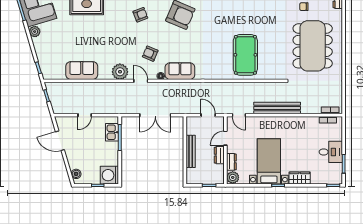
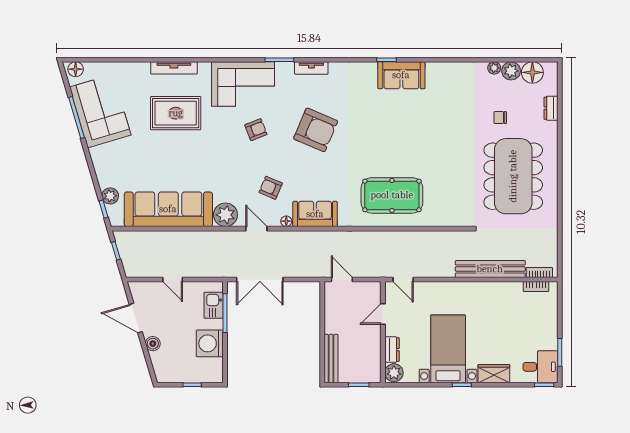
plant: (35, 32) -> (110, 196), moved
pool table: (245, 55) -> (392, 195), moved, turned 90
sofa: (82, 70) -> (168, 209), width x1.85, depth x1.27
bench: (277, 108) -> (490, 269), moved
door: (85, 115) -> (173, 280), hinge flipped
double door: (155, 115) -> (260, 280), moved
door: (208, 115) -> (342, 280), moved
bench: (191, 151) -> (331, 359), moved
desk: (331, 152) -> (540, 367), moved
dresser: (219, 155) -> (374, 339), removed
boiler: (76, 174) -> (153, 344), moved
washing machine: (109, 175) -> (210, 343), moved

